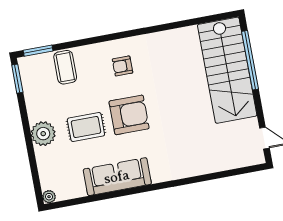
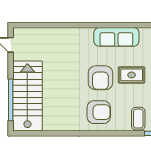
armchair: (123, 66) -> (99, 112), width x1.88, depth x1.88
armchair: (129, 115) -> (100, 78), turned -90

